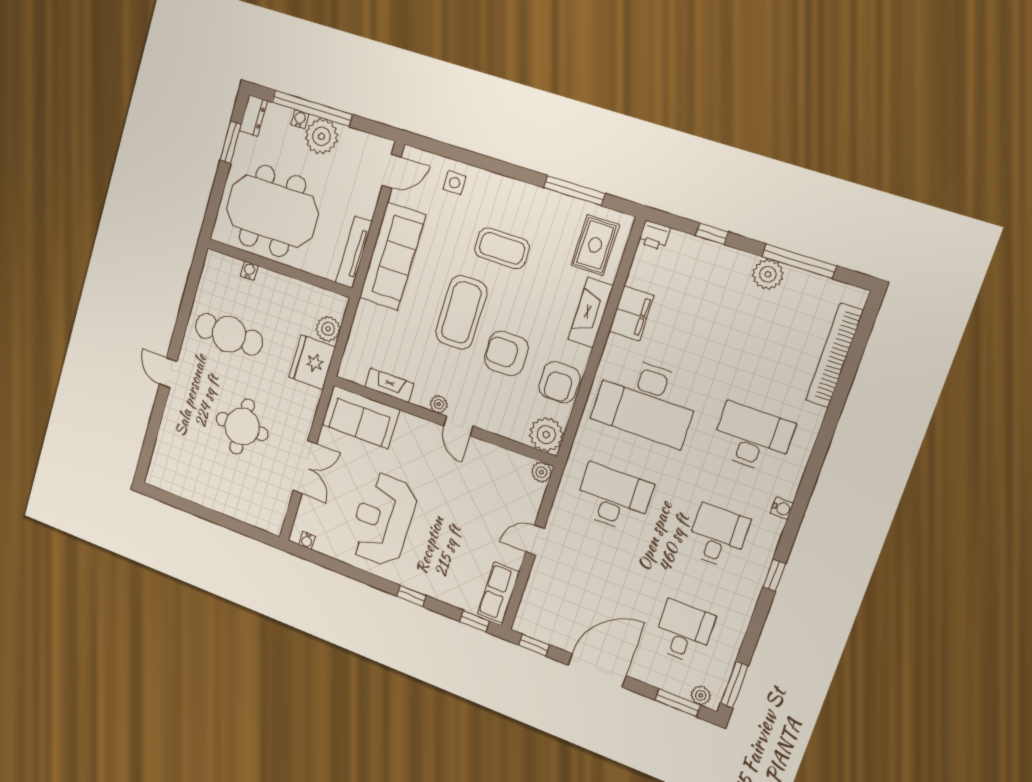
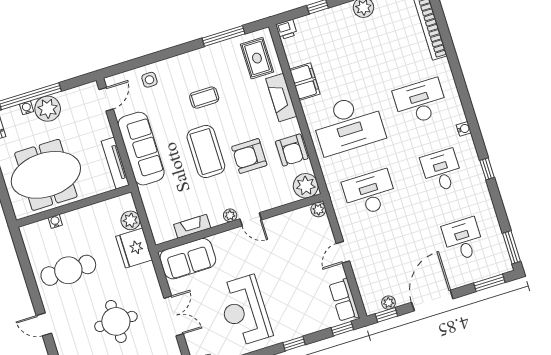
coffee table: (502, 248) -> (204, 98), width x0.73, depth x0.77
plant: (701, 695) -> (388, 303), moved

